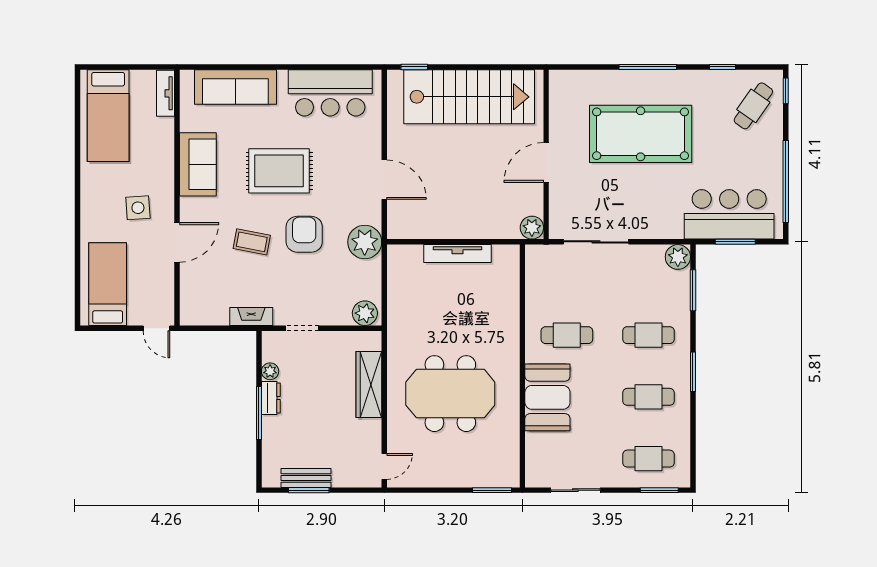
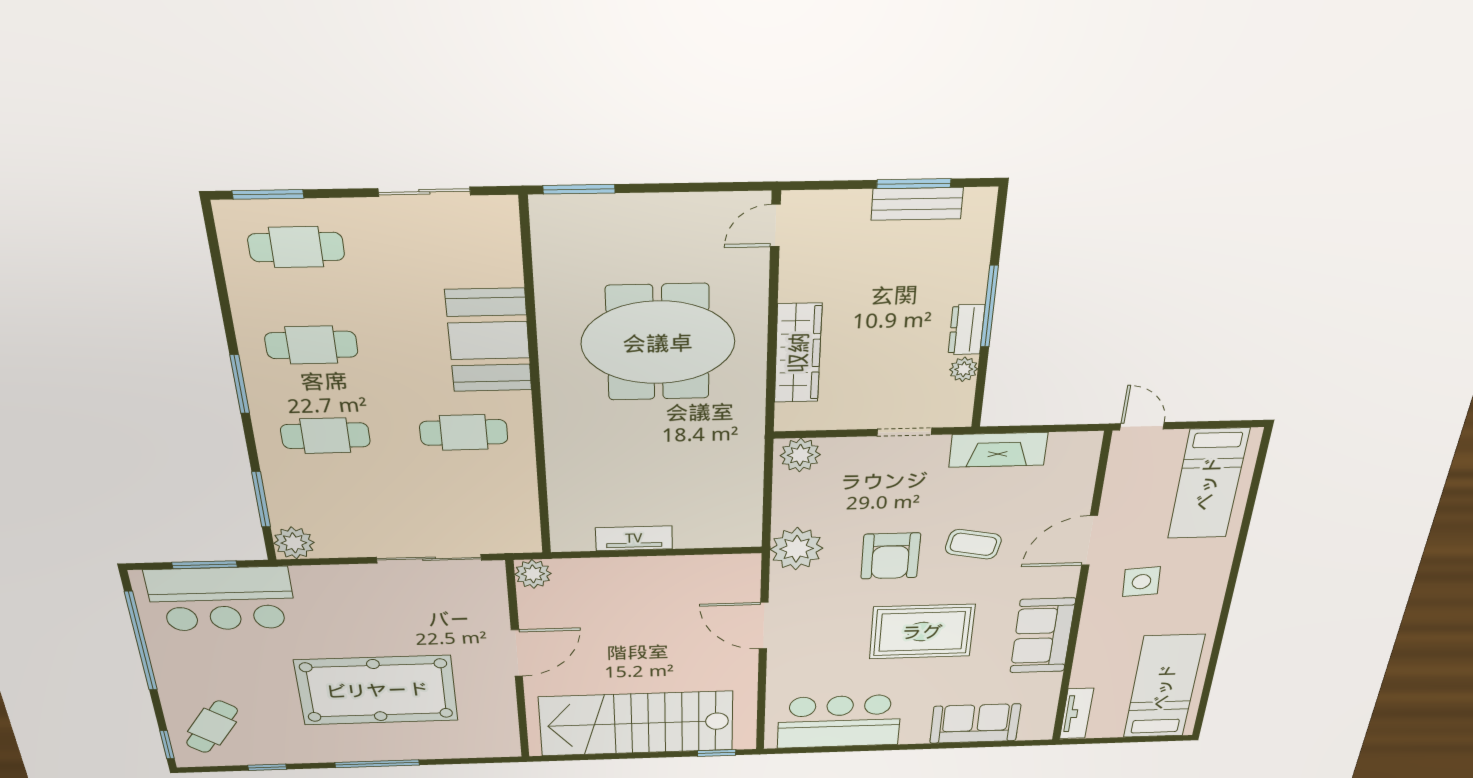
sofa: (235, 87) -> (975, 724), width x0.73
tv unit: (458, 254) -> (634, 538), width x0.71
fireplace: (251, 316) -> (998, 450), width x1.37, depth x1.32

